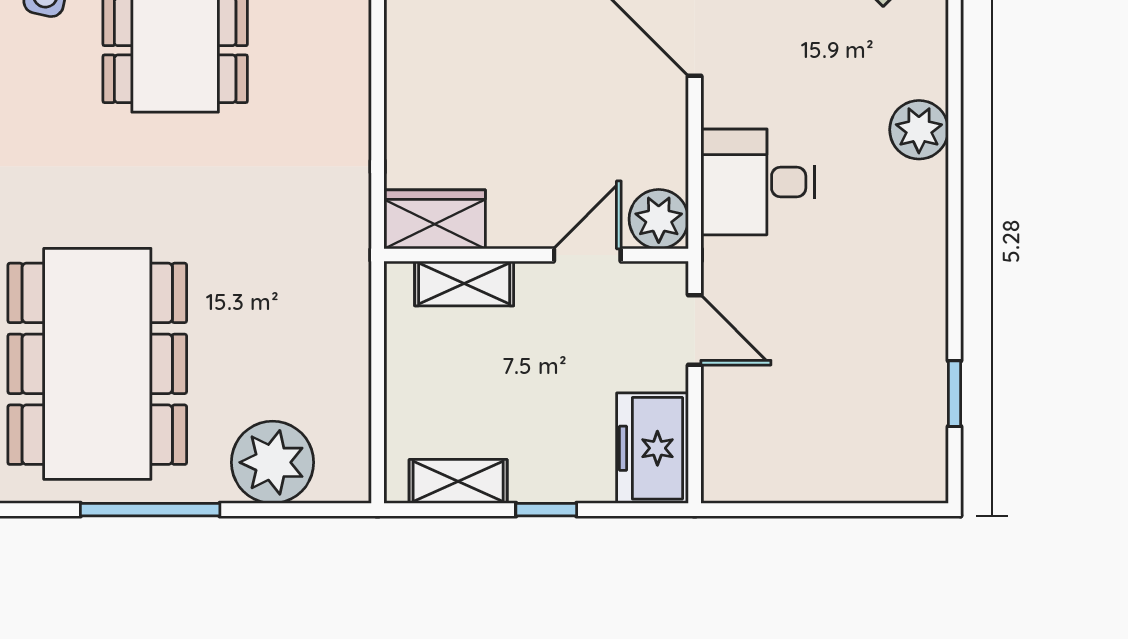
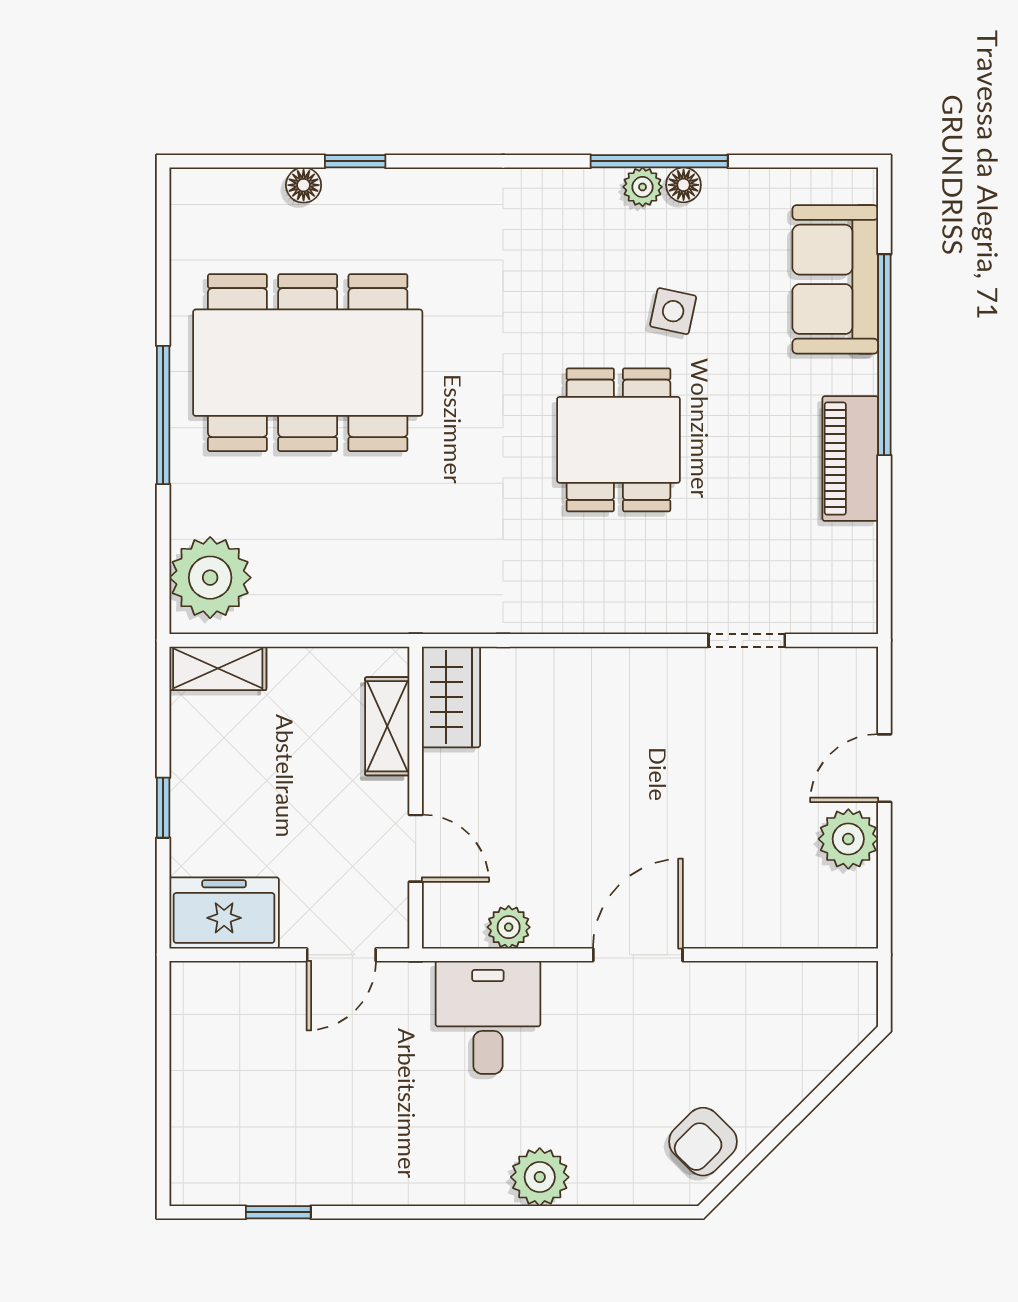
plant: (659, 219) -> (509, 927), moved, width x0.73, depth x0.73
plant: (272, 462) -> (210, 578), moved
shelving: (458, 481) -> (218, 668), moved, turned 90

